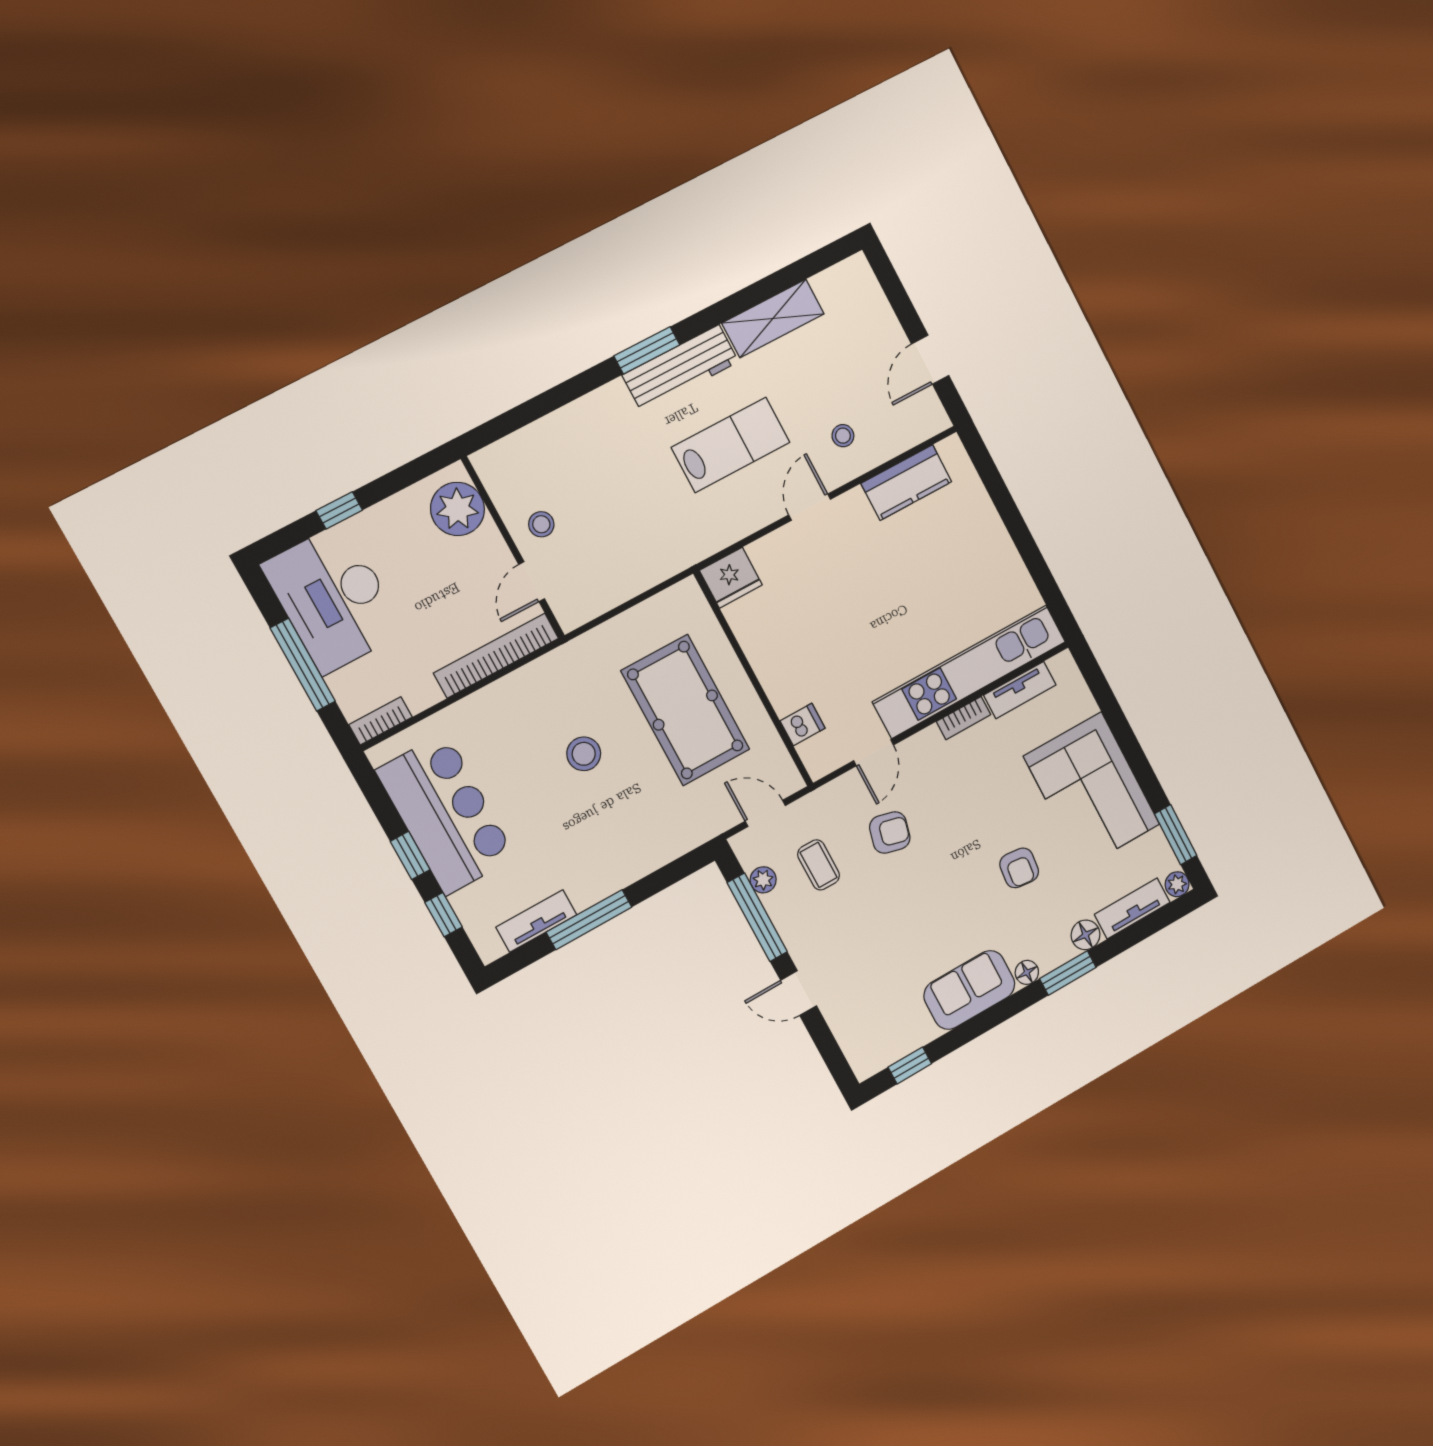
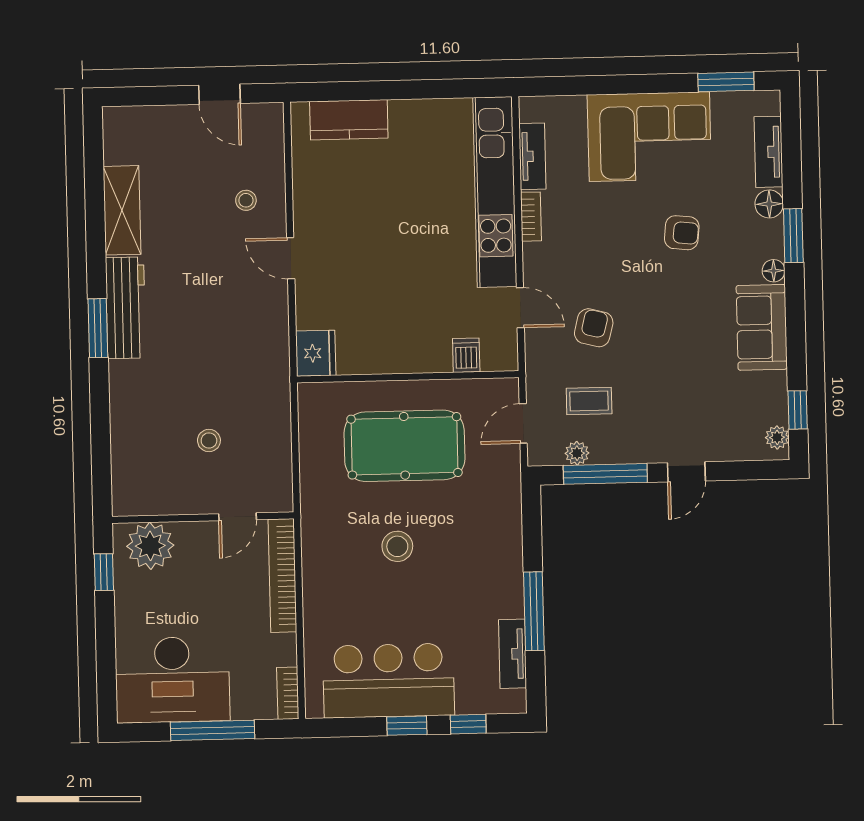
lab bench: (731, 445) -> (208, 298), removed
kitchen counter: (906, 483) -> (349, 120), moved, turned 90
window: (339, 510) -> (104, 572), moved
stool: (541, 524) -> (209, 440), moved
door: (532, 582) -> (238, 517), hinge flipped
plant: (1177, 884) -> (777, 437), moved

